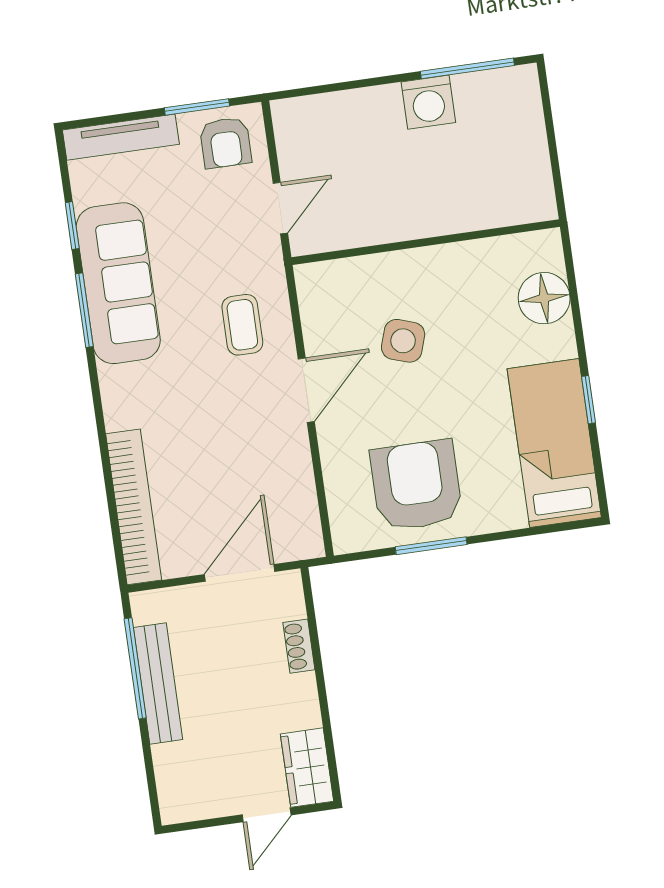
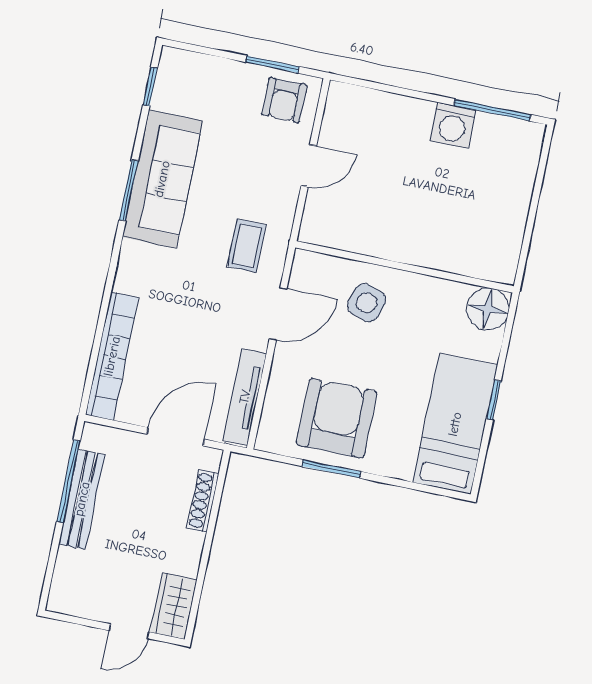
tv unit: (121, 137) -> (245, 397), moved, turned 90
window: (72, 226) -> (150, 87), moved
wall: (426, 242) -> (404, 267), moved
shoe rack: (299, 646) -> (203, 501), width x1.43

